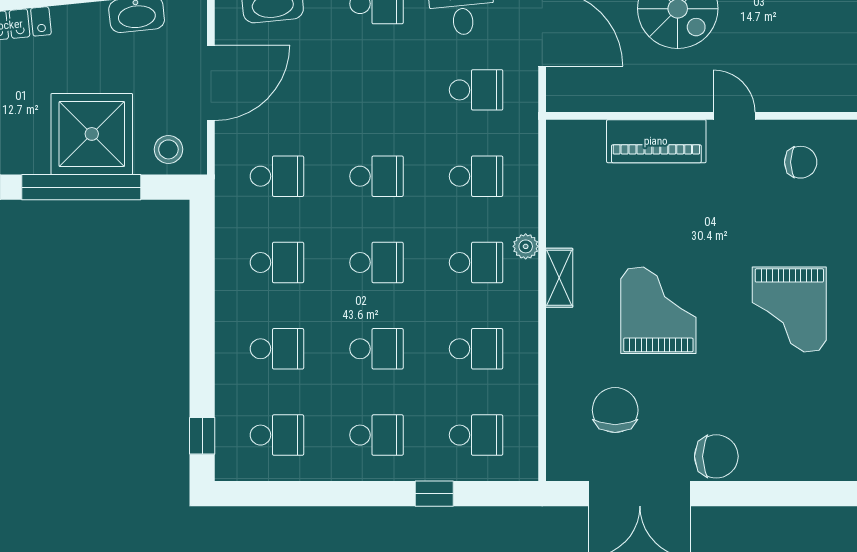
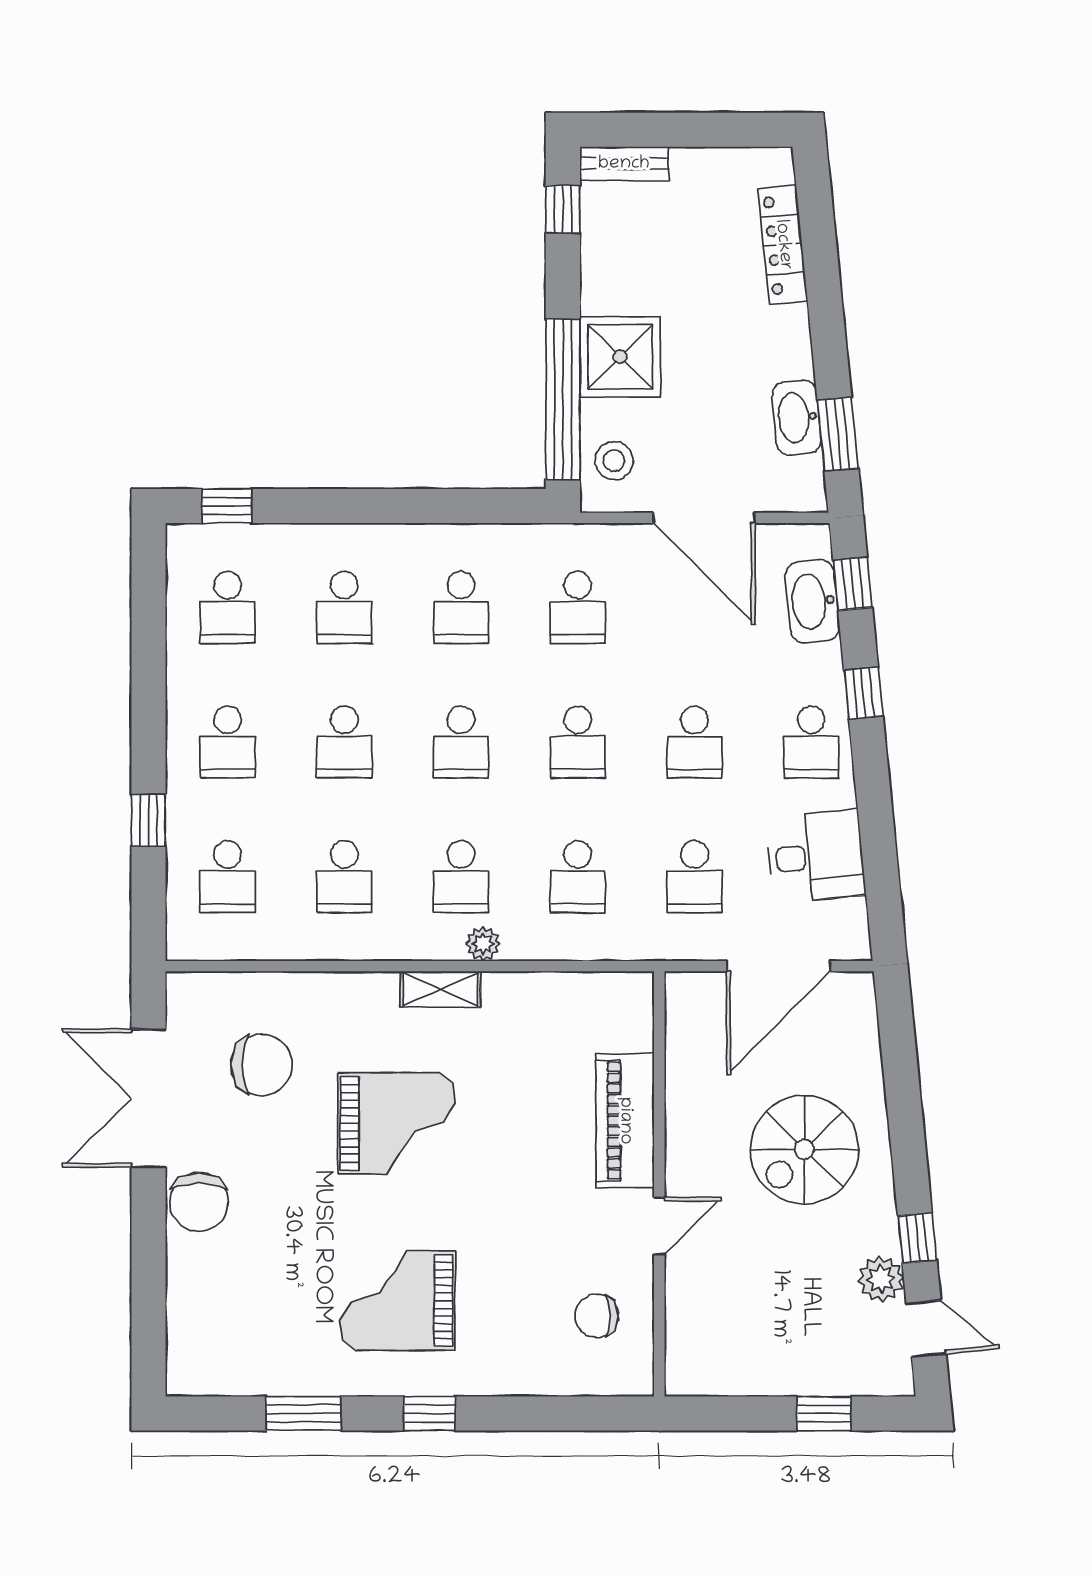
school desk: (376, 90) -> (694, 742), added
shower: (92, 134) -> (620, 357), width x0.73, depth x0.73
chair: (801, 162) -> (597, 1316), turned 90
window: (81, 187) -> (563, 400), moved

